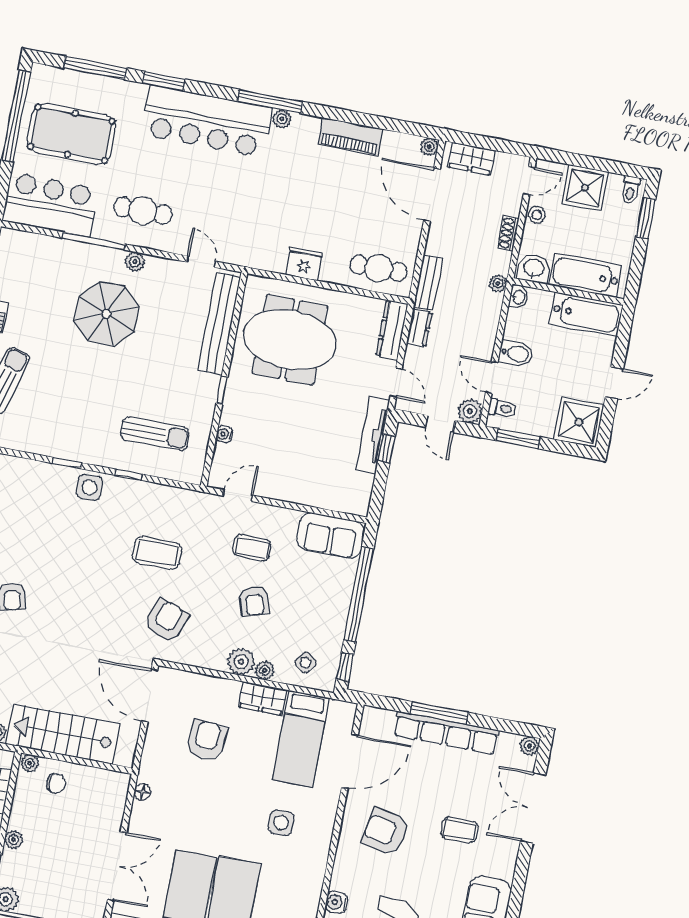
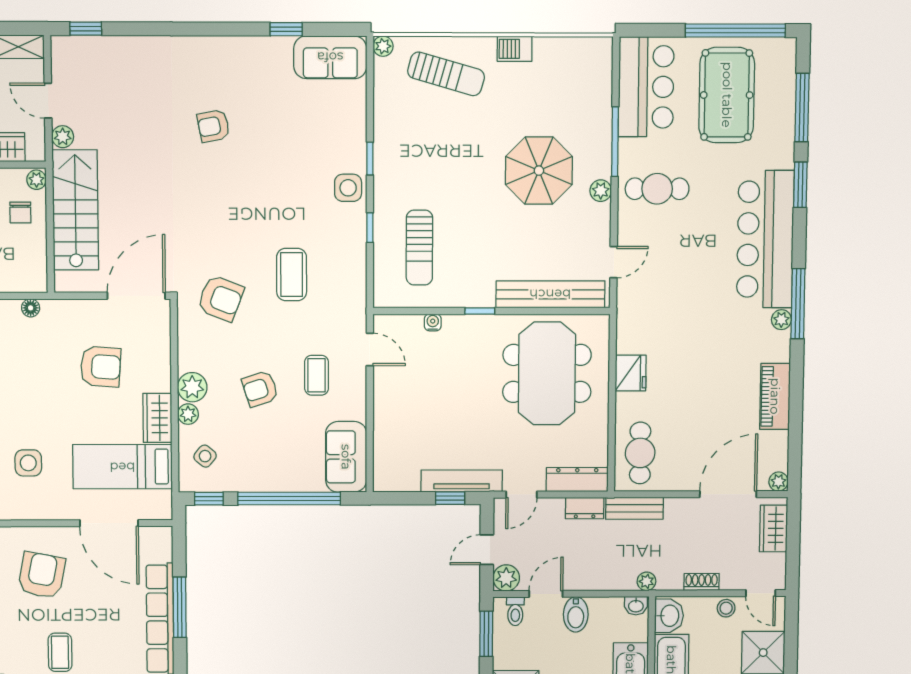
cafe table: (143, 211) -> (657, 189), turned 90

